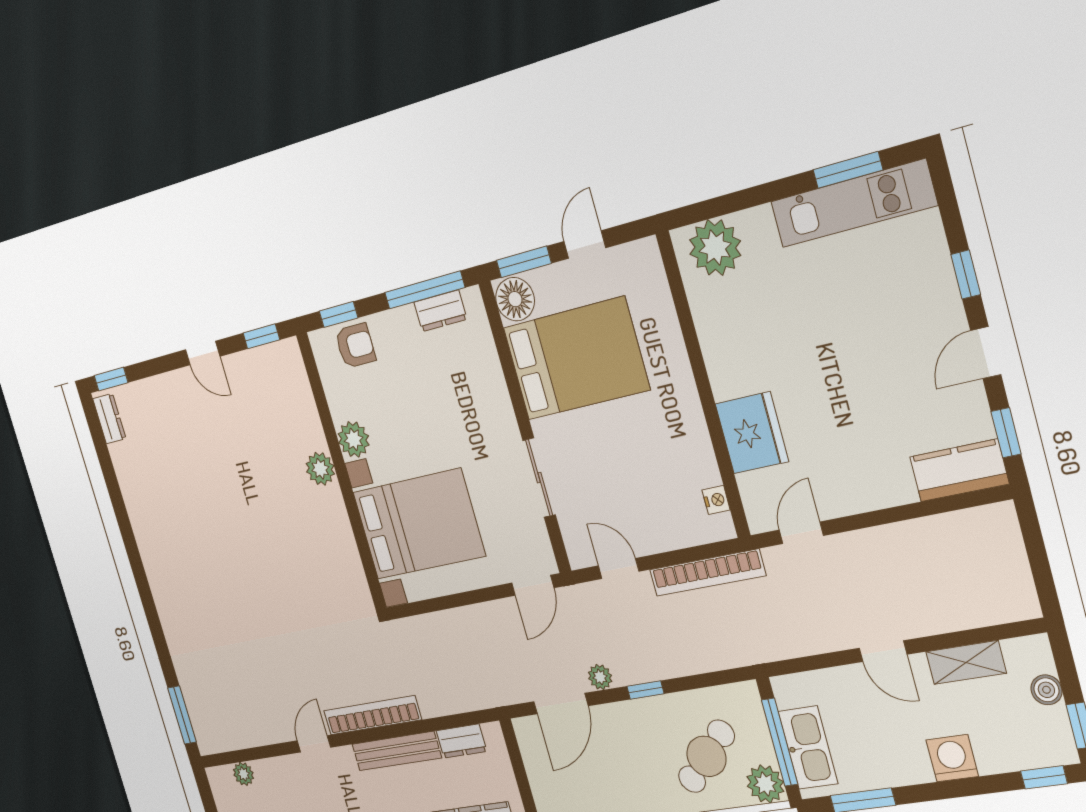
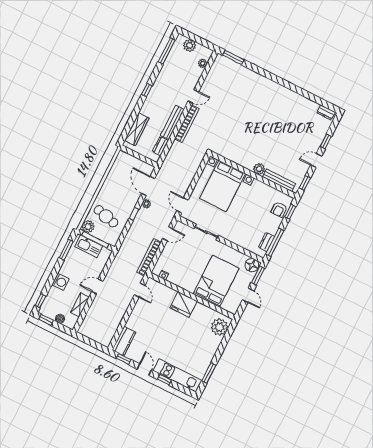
kitchen unit: (853, 204) -> (177, 376), moved, turned 90
bed: (576, 359) -> (216, 281), moved, turned 180
window: (111, 379) -> (326, 141), moved
bench: (303, 401) -> (279, 180), added
fridge: (752, 433) -> (184, 304), moved
plant: (354, 439) -> (258, 186), removed
door: (314, 744) -> (193, 96), hinge flipped
cafe table: (706, 756) -> (106, 216), turned -33

